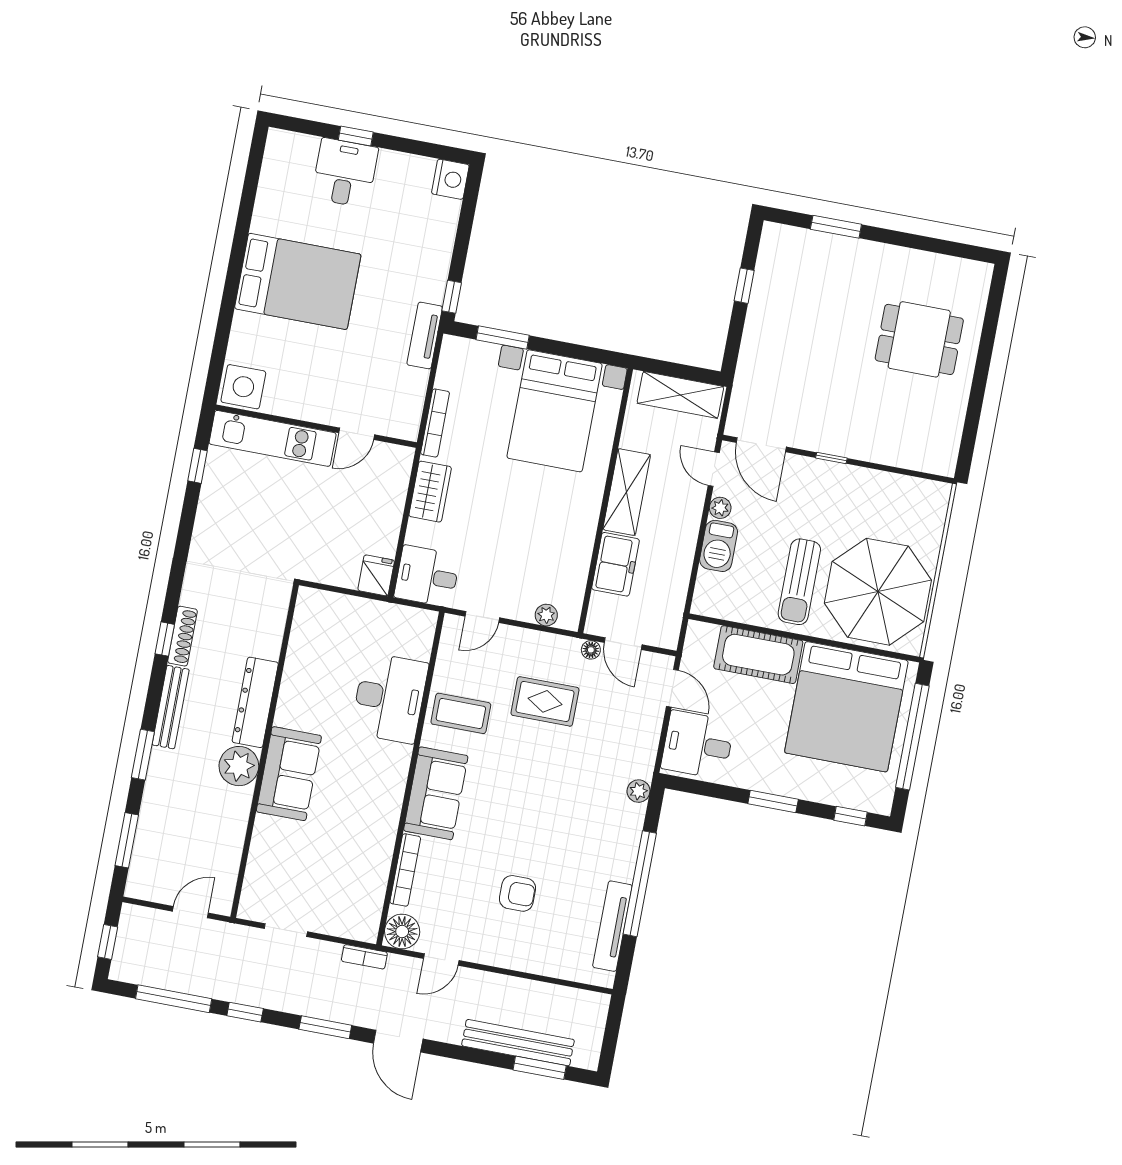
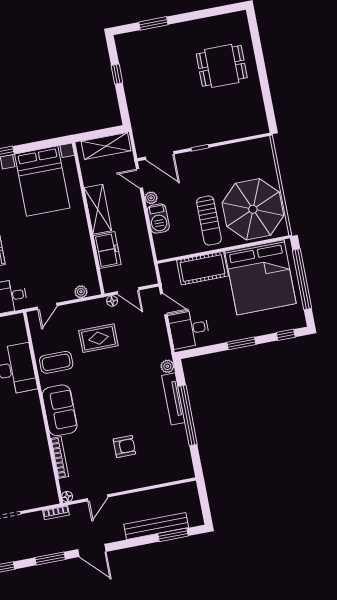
tv unit: (612, 926) -> (173, 399), moved
floor lamp: (402, 931) -> (67, 497), width x0.53, depth x0.53

